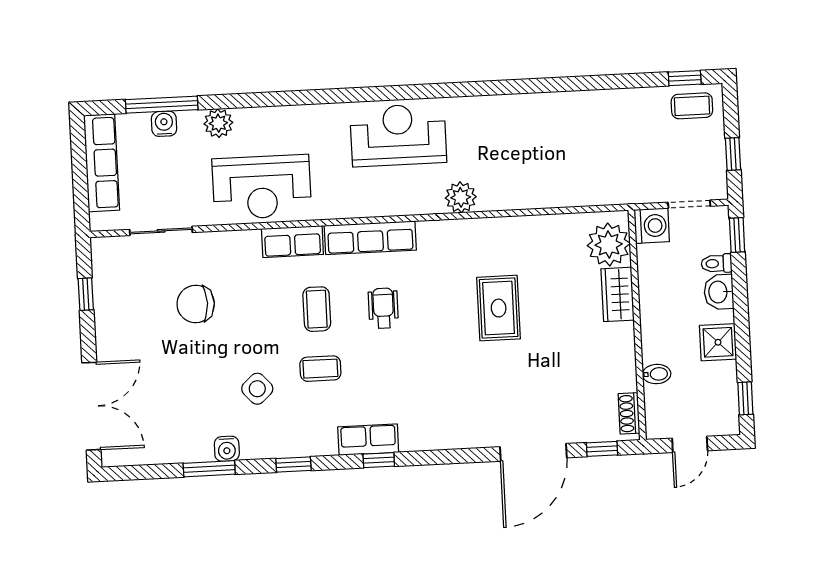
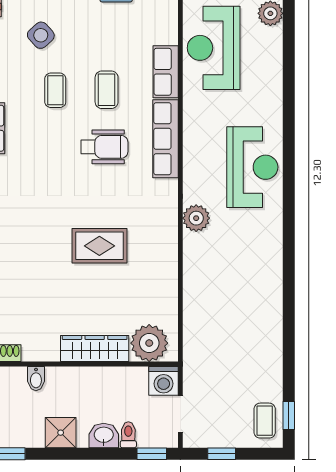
wardrobe: (618, 294) -> (95, 348), width x1.50
wheelchair: (383, 308) -> (104, 147), width x1.36, depth x1.37
coffee table: (317, 309) -> (107, 90), turned 90

